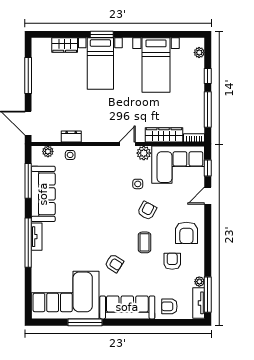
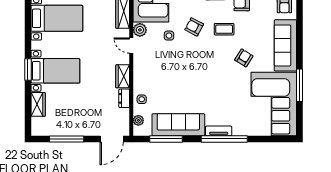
wardrobe: (95, 135) -> (123, 76), added

